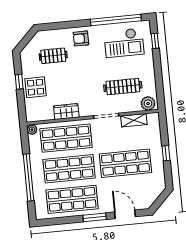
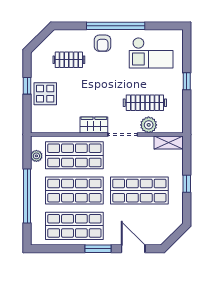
window: (116, 20) -> (116, 26), moved
armchair: (81, 39) -> (103, 43), turned -90
window: (155, 41) -> (187, 81), moved
plant: (148, 103) -> (149, 125), moved
wardrobe: (66, 112) -> (94, 125), moved
shelving: (134, 120) -> (169, 142), moved
plant: (32, 130) -> (36, 156), moved

